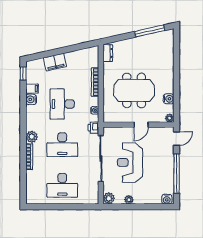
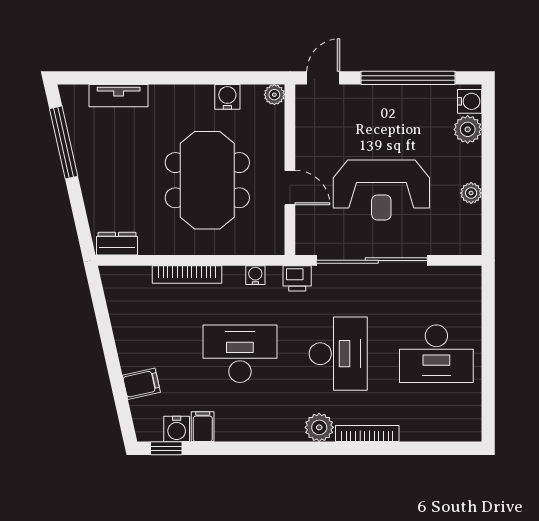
tv unit: (169, 54) -> (119, 96), added
filing cabinet: (55, 62) -> (141, 384), width x0.50
water cooler: (31, 99) -> (177, 429), moved
desk: (62, 104) -> (240, 354), turned 180
door: (141, 125) -> (290, 188), moved
door: (176, 138) -> (323, 78), hinge flipped
desk: (62, 185) -> (436, 354), turned 90
plant: (109, 198) -> (468, 129), moved

